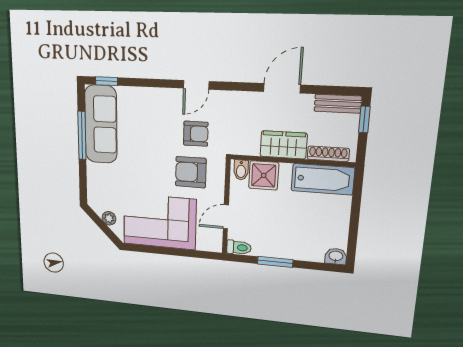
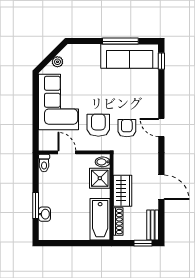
armchair: (196, 134) -> (127, 128), turned 180
washbasin: (336, 256) -> (44, 214), moved
window: (275, 262) -> (36, 206), moved

